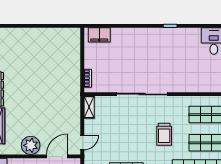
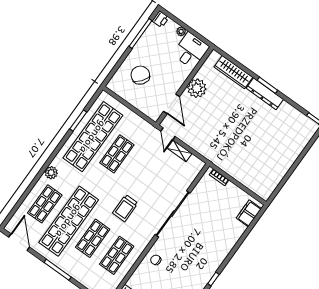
chair: (187, 81) -> (156, 260), added
shelving: (89, 107) -> (180, 151), moved
trolley: (164, 134) -> (125, 208), turned -90

